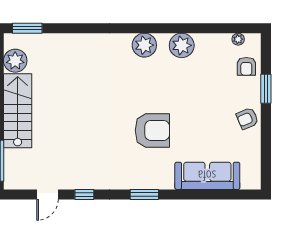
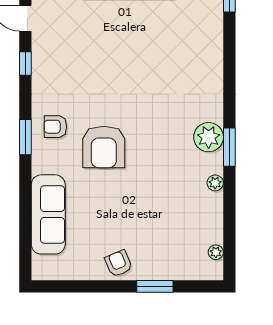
window: (152, 28) -> (229, 147), added
plant: (182, 45) -> (215, 183), width x0.53, depth x0.53
armchair: (246, 66) -> (55, 127), moved

